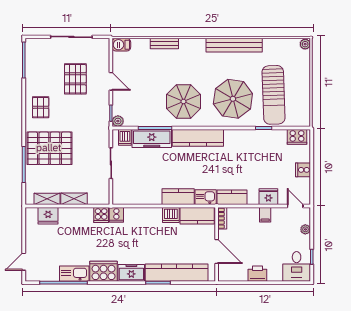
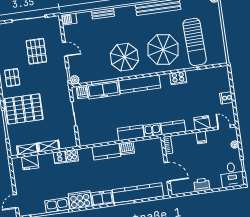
cooker: (297, 137) -> (178, 78), moved
cooker: (116, 215) -> (60, 157), moved
kitchen counter: (197, 216) -> (106, 152), moved

